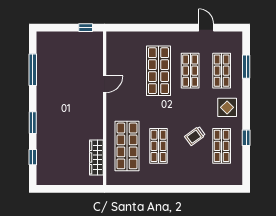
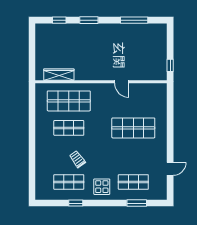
shop shelf: (190, 71) -> (133, 155), removed

